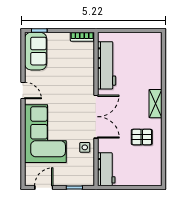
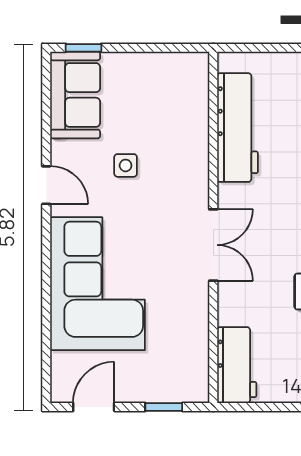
bookcase: (82, 37) -> (181, 62), removed
double door: (96, 117) -> (213, 245), width x0.73
side table: (85, 147) -> (126, 165), moved

